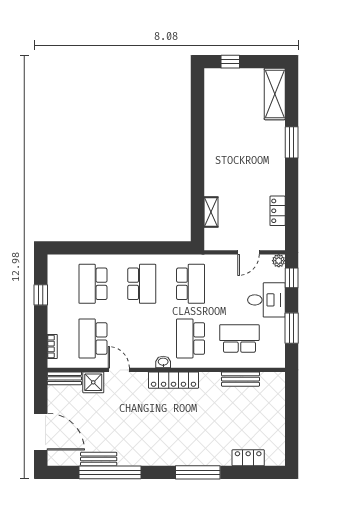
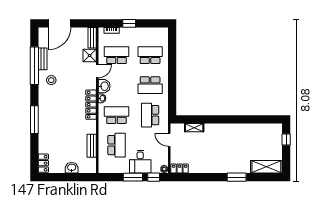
locker: (278, 211) -> (180, 168), moved
door: (248, 252) -> (169, 140), moved
school desk: (191, 284) -> (150, 115), turned 90
window: (41, 295) -> (129, 23), moved
window: (292, 328) -> (133, 177), moved
washbasin: (143, 359) -> (104, 86), added
washbasin: (276, 412) -> (72, 168), added
stool: (133, 445) -> (51, 80), added
locker: (248, 458) -> (43, 163), moved

